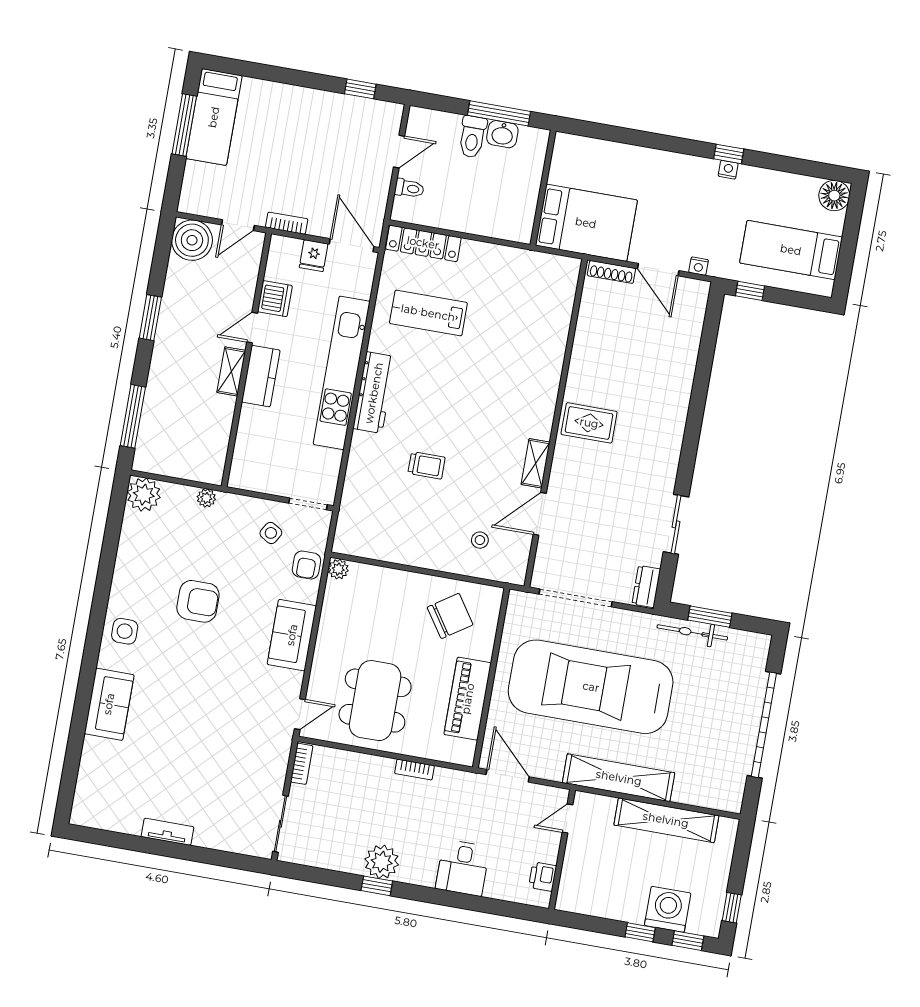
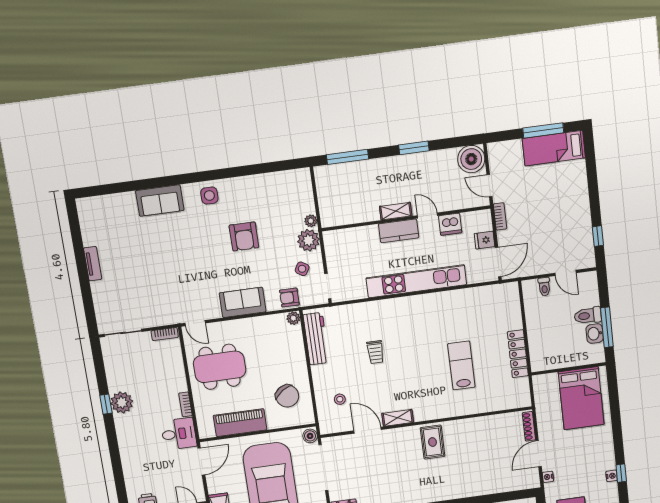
bed: (586, 223) -> (581, 398), moved
locker: (423, 243) -> (518, 354), moved
lab bench: (428, 313) -> (461, 365), moved
workbench: (374, 393) -> (316, 339), moved, turned -90
plant: (144, 495) -> (308, 240), moved
boiler: (521, 602) -> (310, 436), added
desk: (463, 868) -> (179, 434), moved, turned 180

